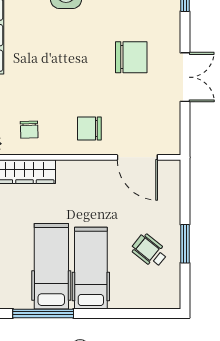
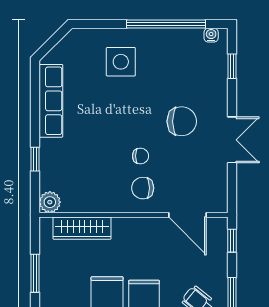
chair: (29, 130) -> (140, 156), moved, turned -88
window: (185, 185) -> (232, 241), added

